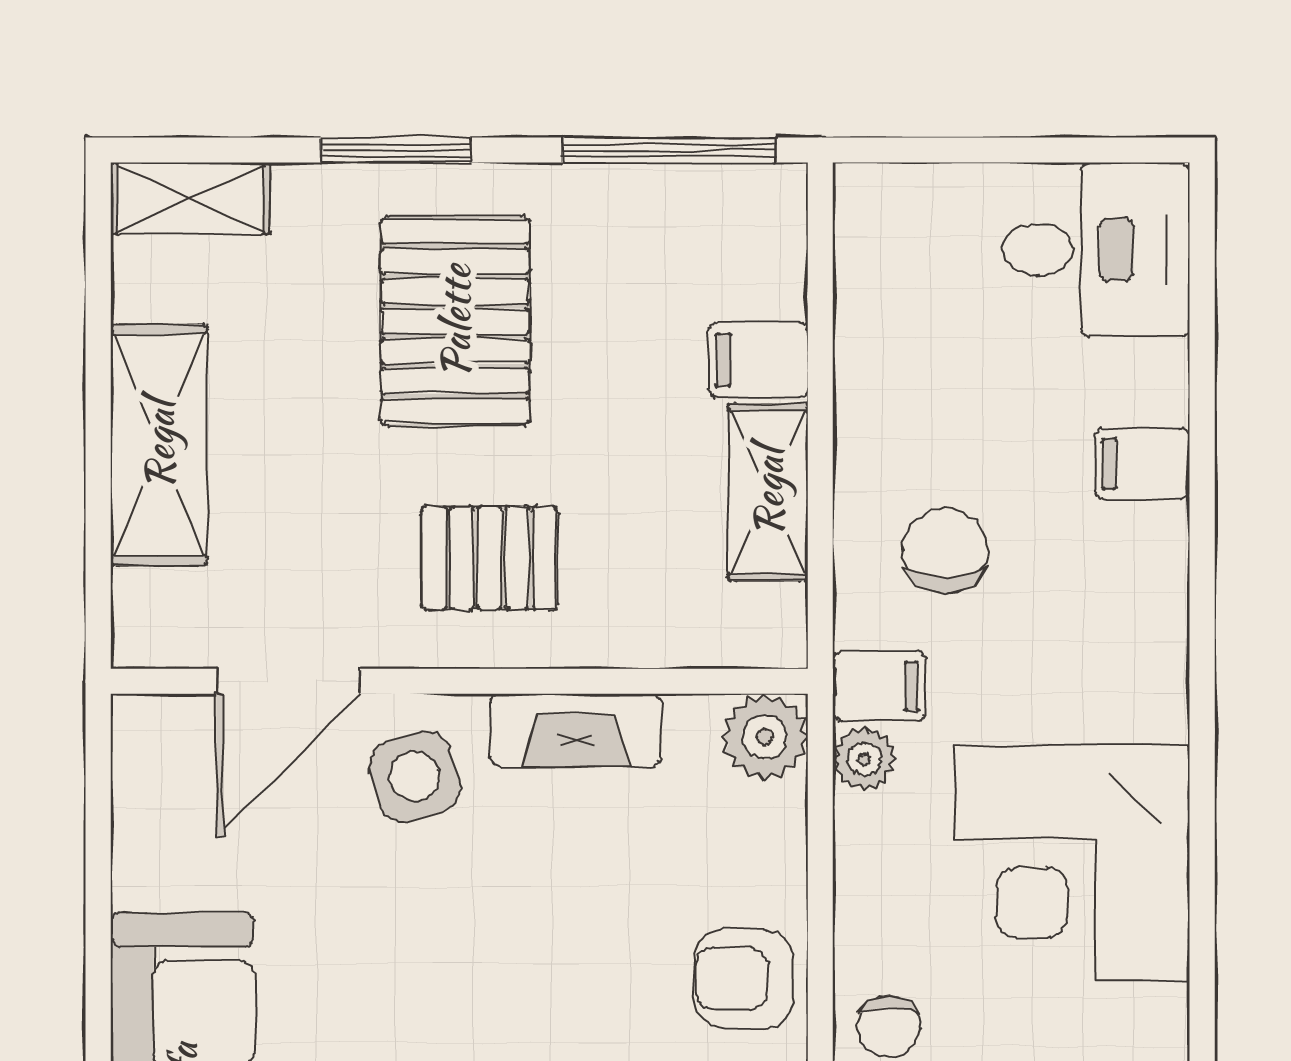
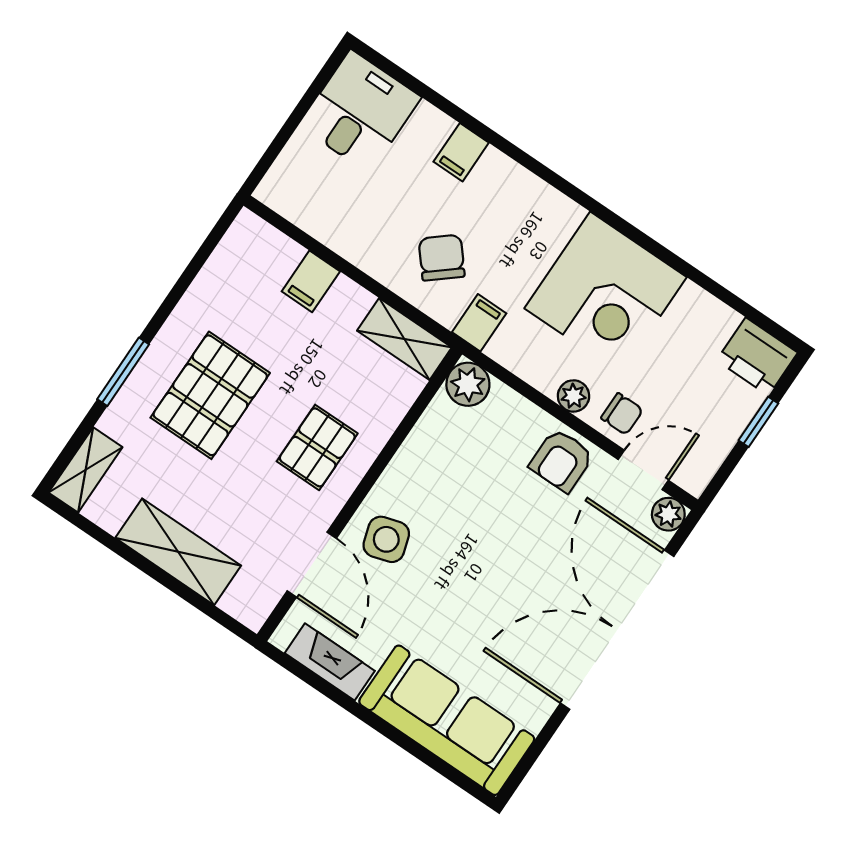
window: (669, 150) -> (200, 259), removed
pallet: (455, 321) -> (210, 395), turned 90
shelving: (768, 492) -> (404, 339), moved
chair: (945, 550) -> (442, 258), turned 50
fireplace: (576, 730) -> (330, 662), moved, turned -90
plant: (864, 759) -> (573, 396), moved

